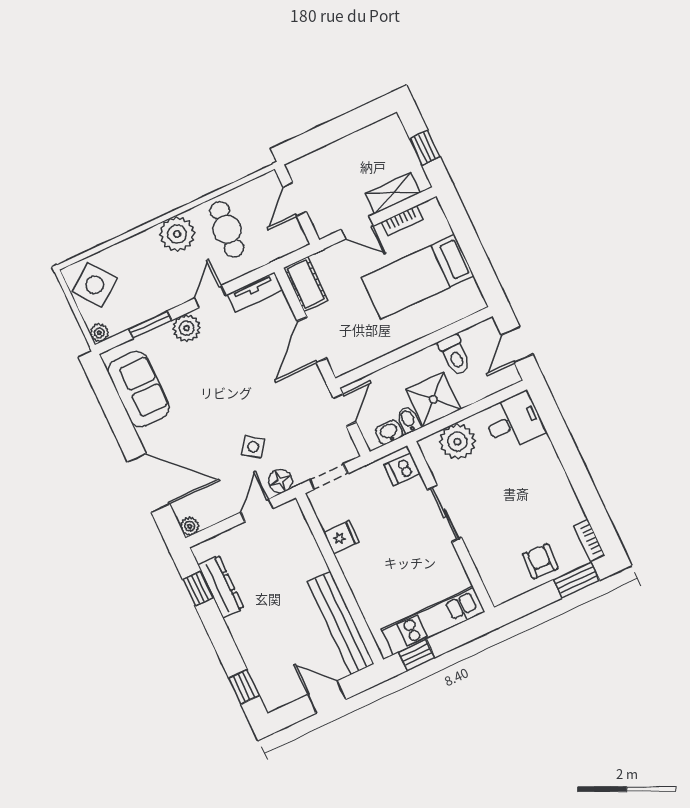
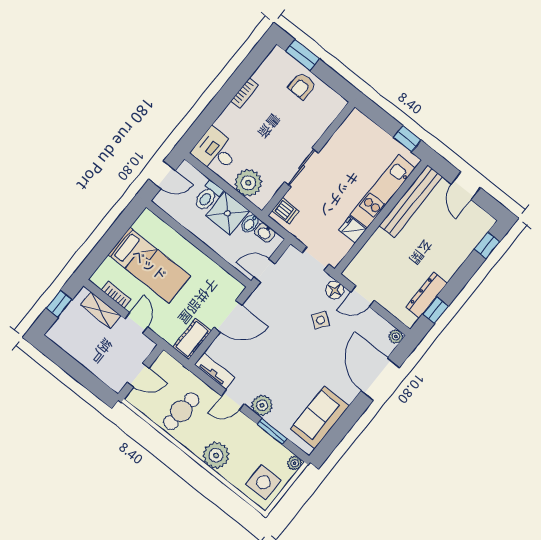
plant: (177, 234) -> (216, 455), moved
side table: (95, 285) -> (263, 482), turned 37
toilet: (455, 355) -> (208, 196), moved, turned 180
bookcase: (589, 540) -> (244, 93), moved
kitchen unit: (433, 621) -> (383, 191), moved, turned 90

